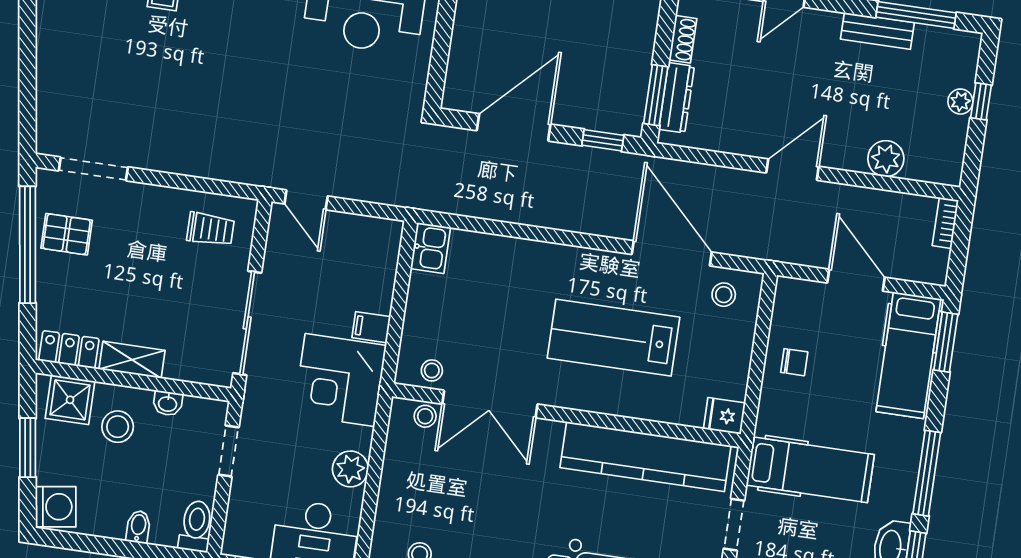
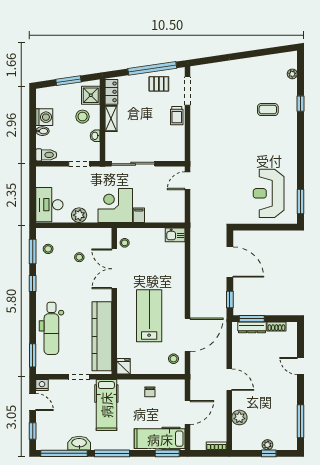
bench: (877, 31) -> (292, 406), removed
trolley: (211, 229) -> (177, 116), moved
pallet: (67, 234) -> (159, 84), turned 90
stool: (425, 416) -> (79, 257), moved
washing machine: (56, 507) -> (44, 117), moved, turned -82

